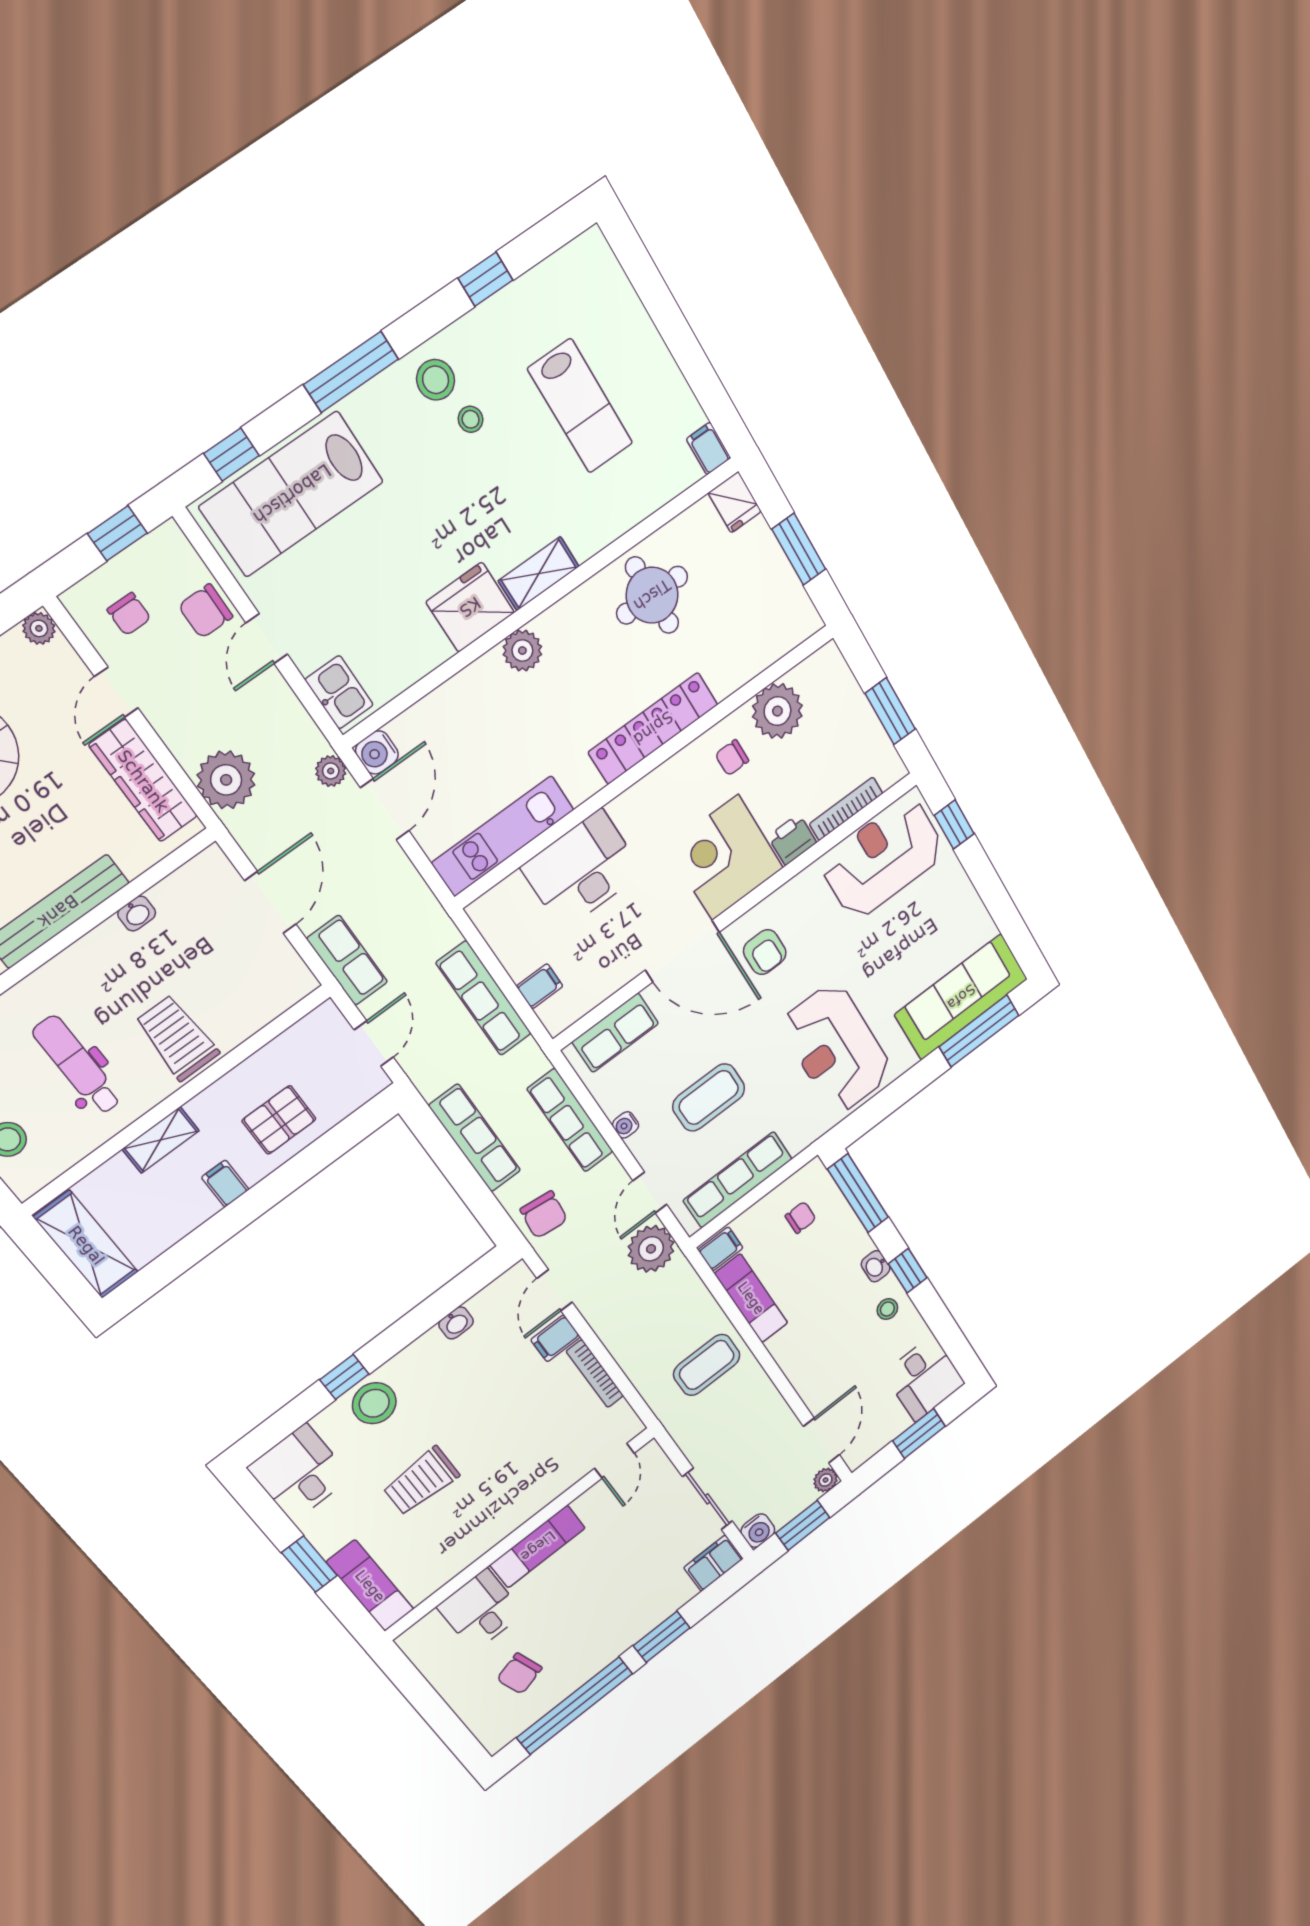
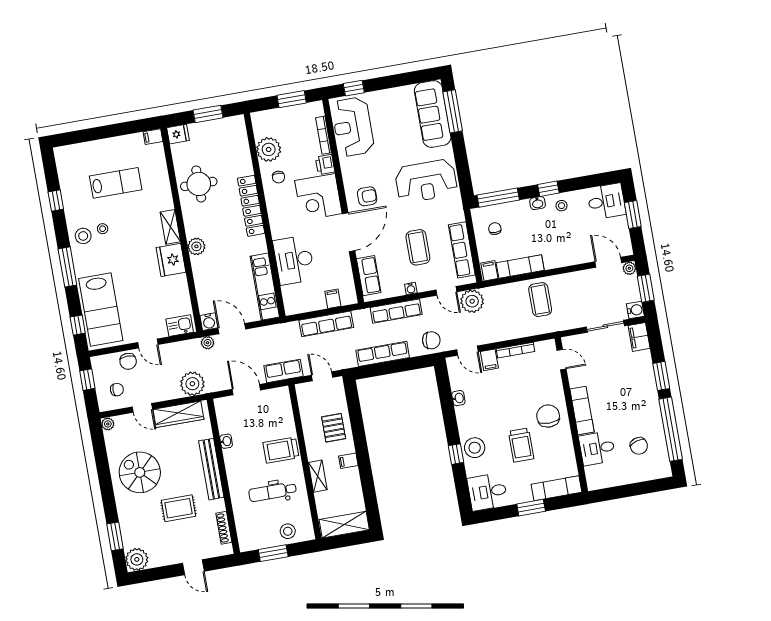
chair: (499, 1496) -> (548, 416), added

